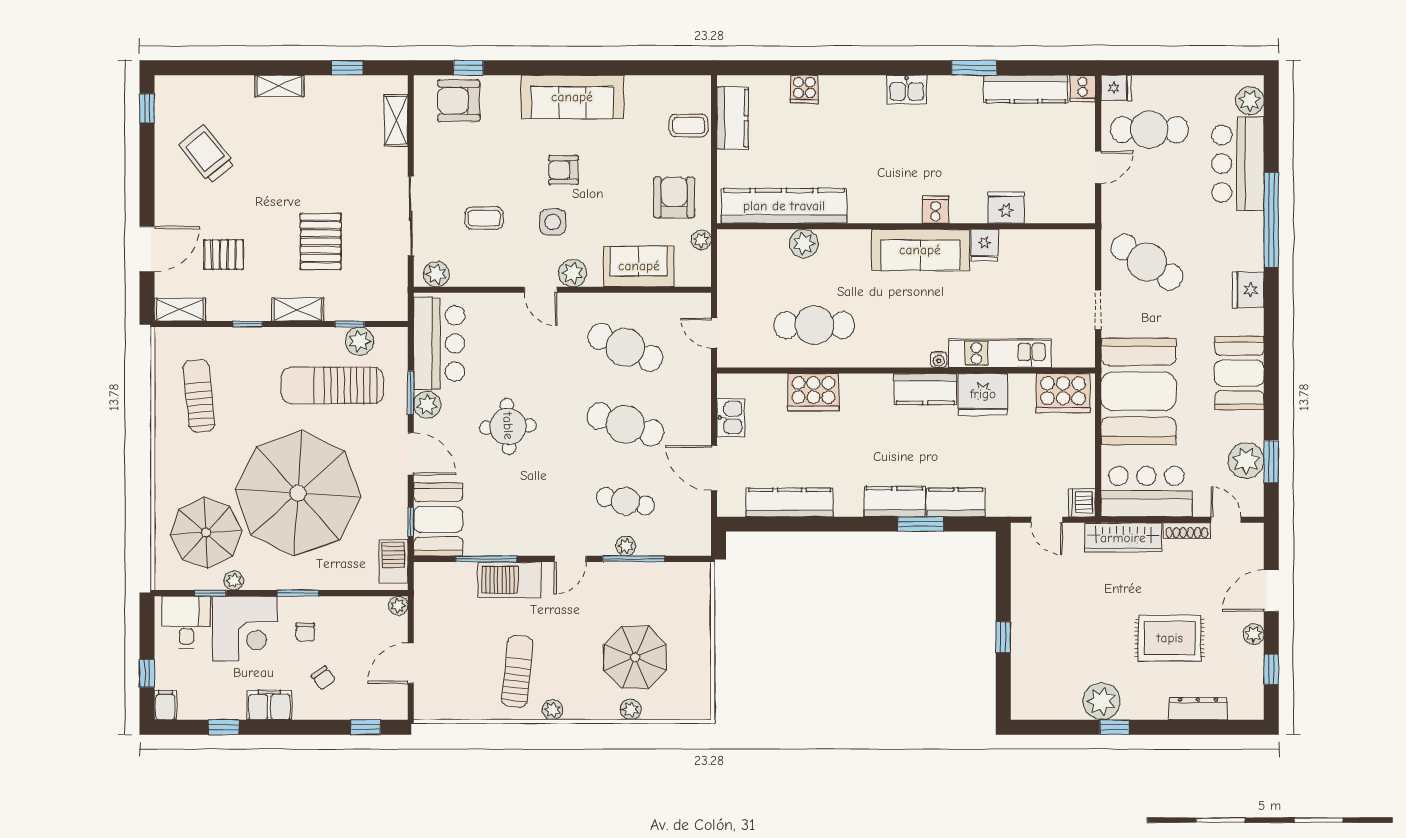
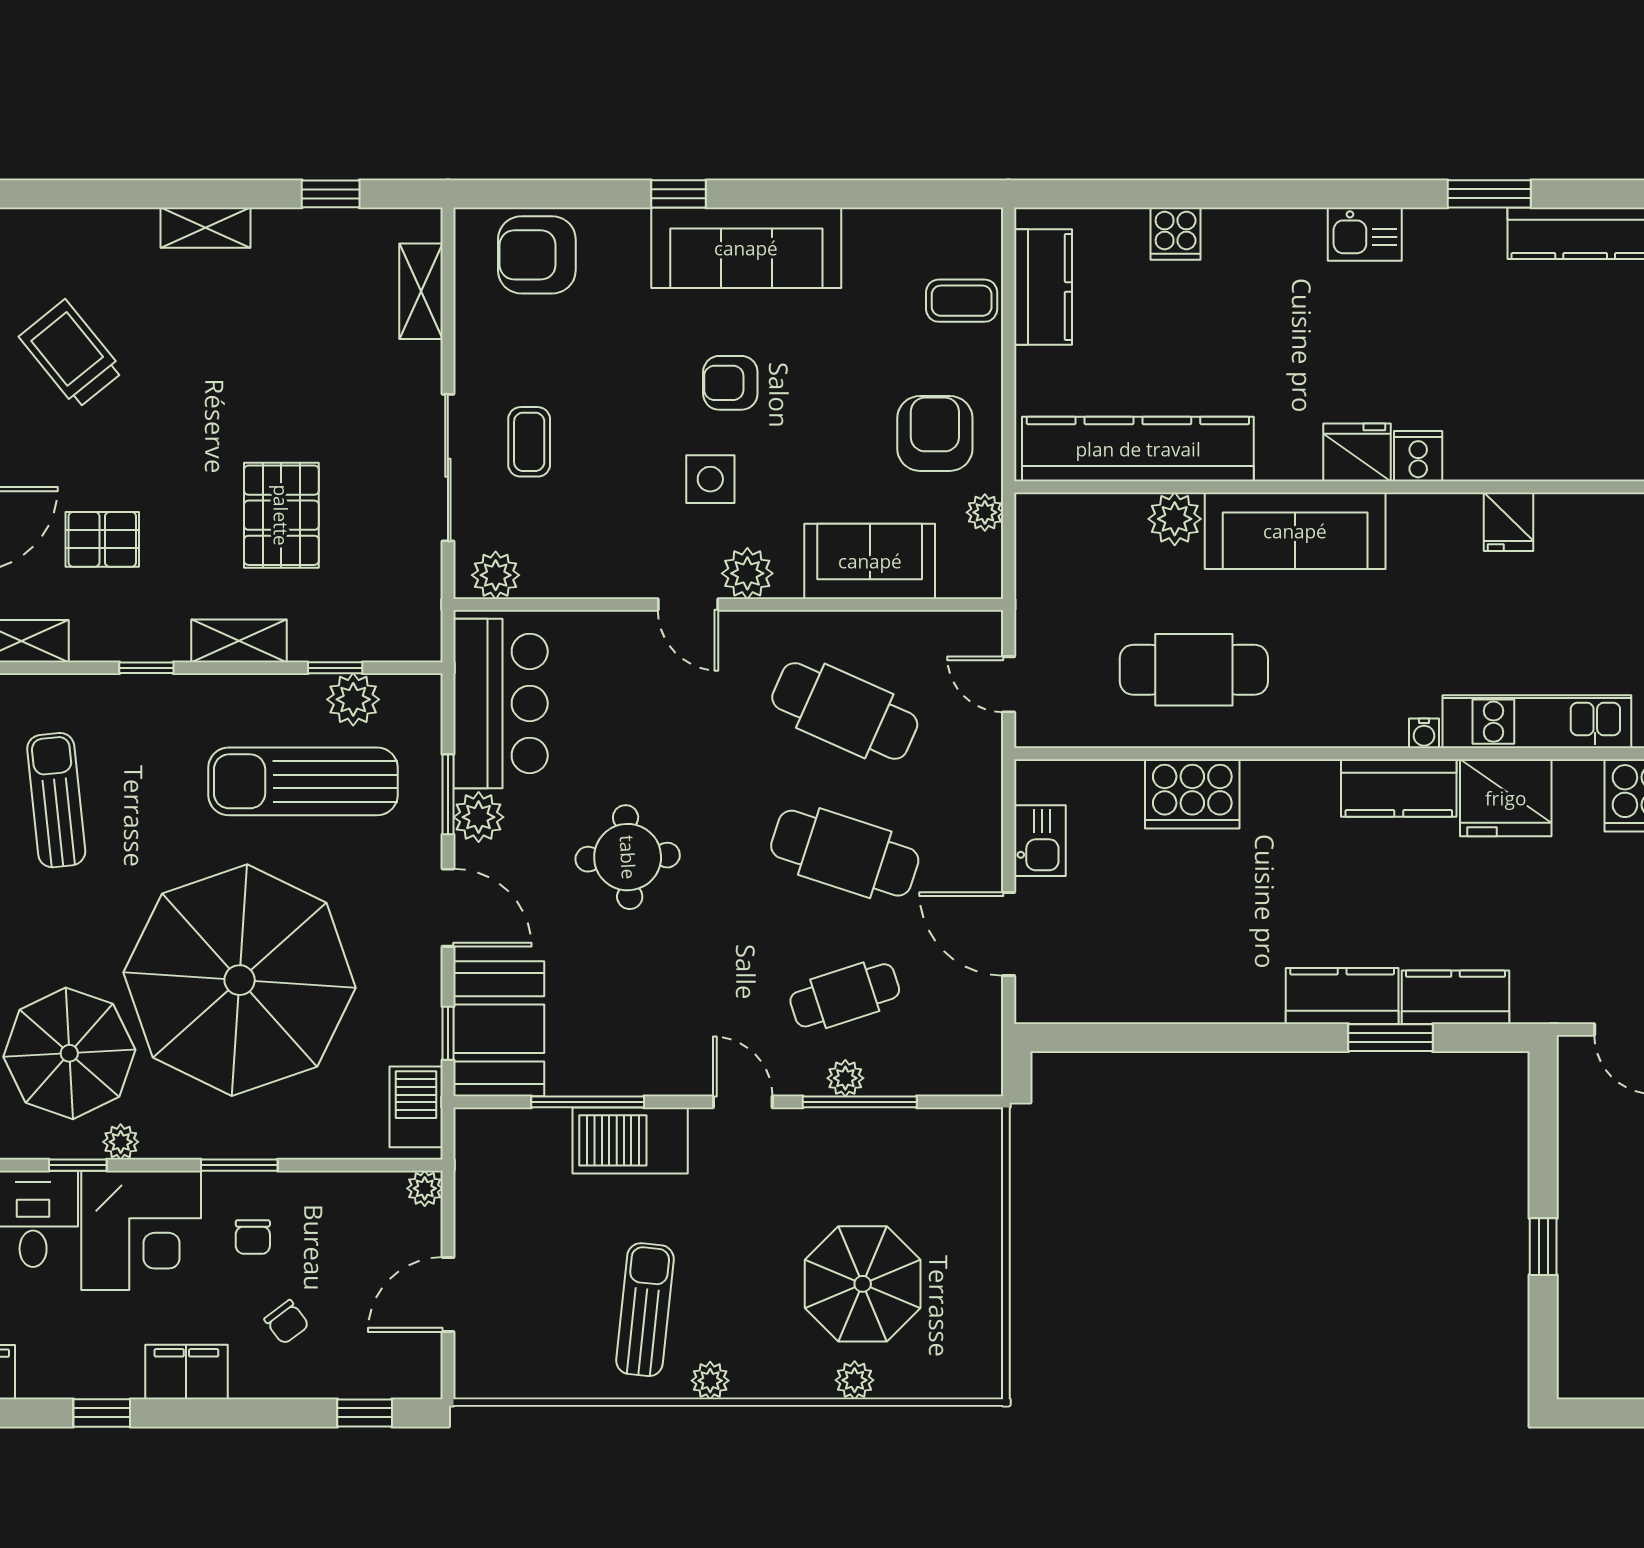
window: (468, 68) -> (678, 194), moved
fridge: (1006, 208) -> (1357, 452), moved
coffee table: (484, 218) -> (529, 442), moved, turned 90
sofa: (920, 250) -> (1295, 531), moved
cafe table: (625, 501) -> (845, 995), turned -30
kitchen counter: (790, 502) -> (1148, 997), removed
door: (570, 559) -> (743, 1102), swing flipped

